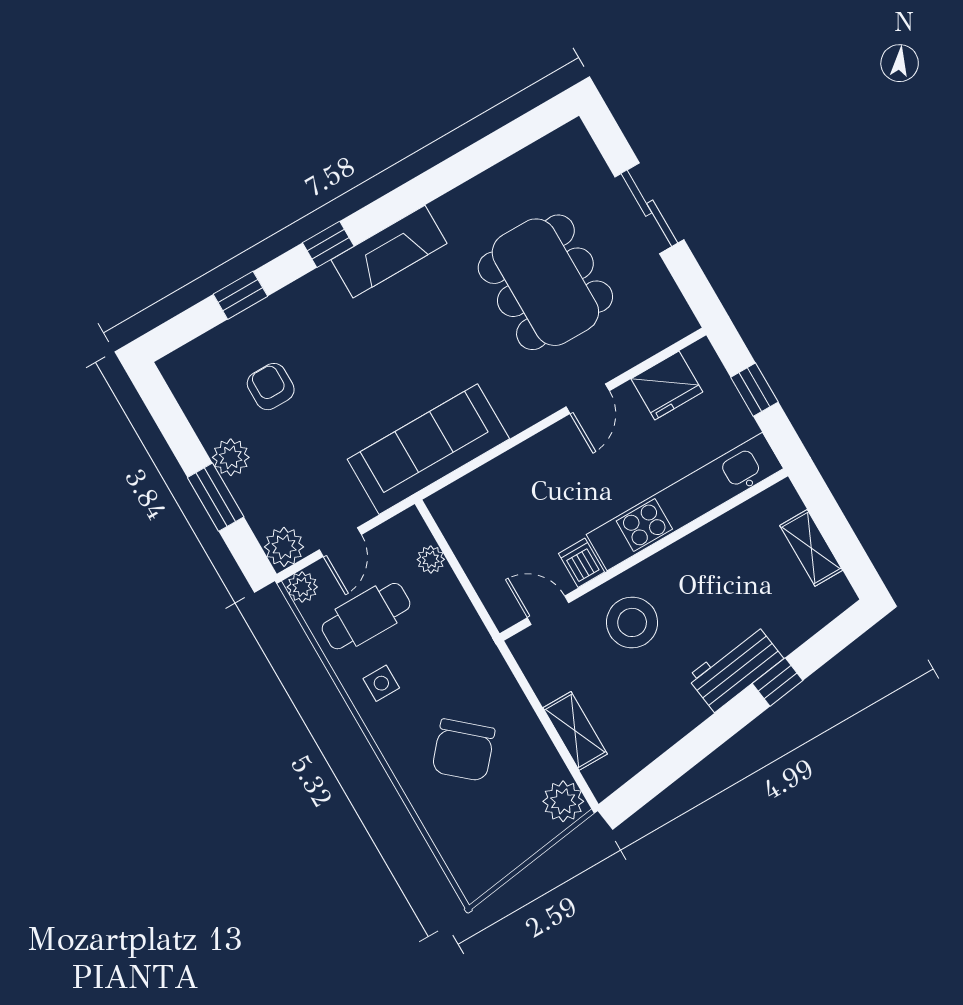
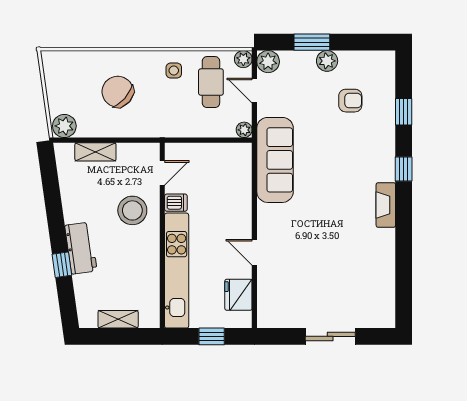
fireplace: (389, 252) -> (386, 205), width x0.73, depth x0.76
dining table: (545, 282) -> (323, 265), removed
plant: (431, 559) -> (244, 130), moved

